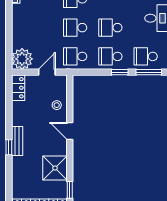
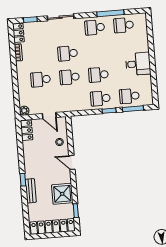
school desk: (75, 56) -> (41, 79), moved
plant: (22, 59) -> (24, 111), width x0.53, depth x0.53
door: (47, 72) -> (49, 116), swing flipped
bench: (17, 141) -> (31, 191), moved

